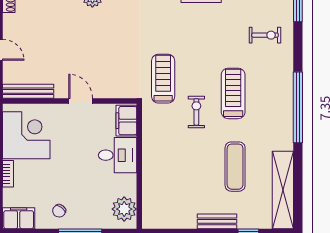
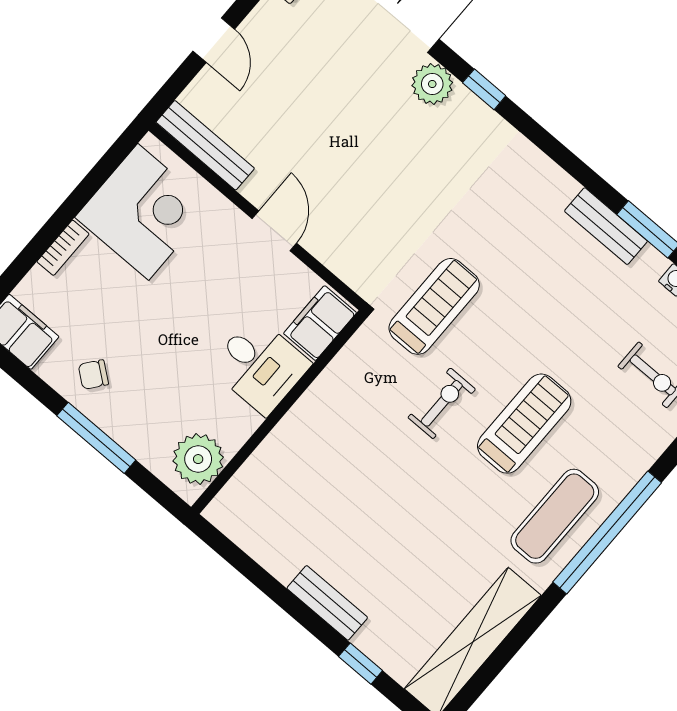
exercise mat: (235, 167) -> (555, 516), moved

